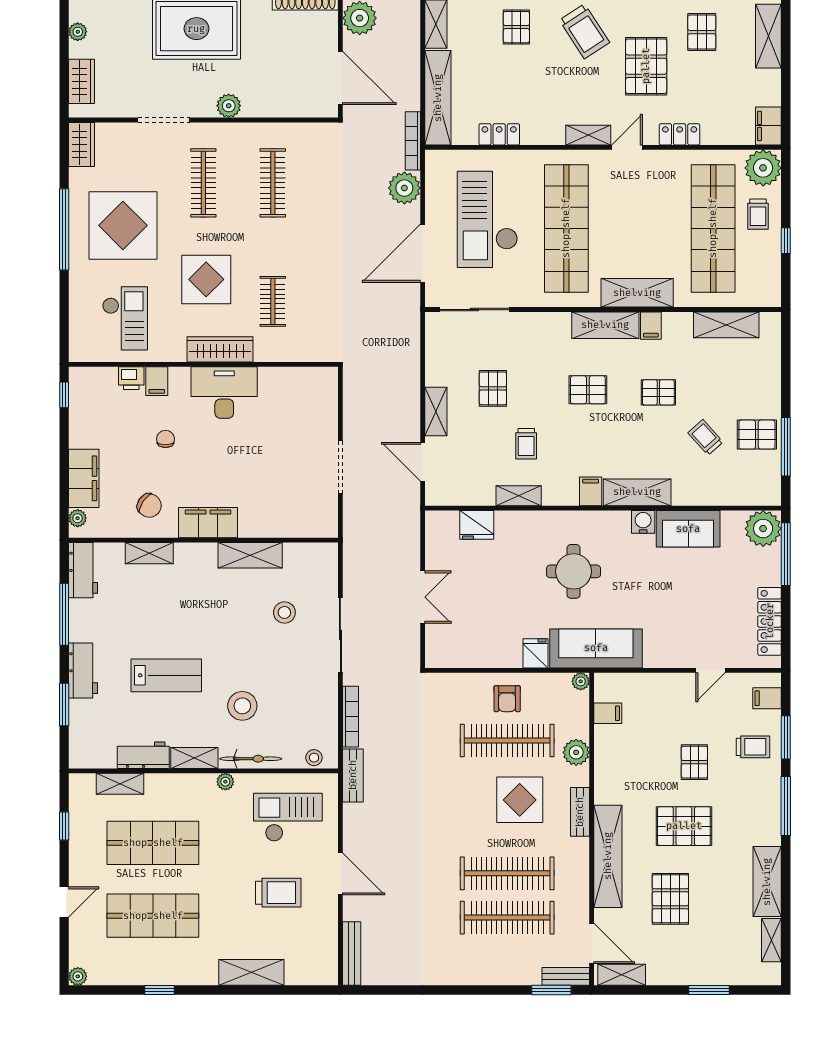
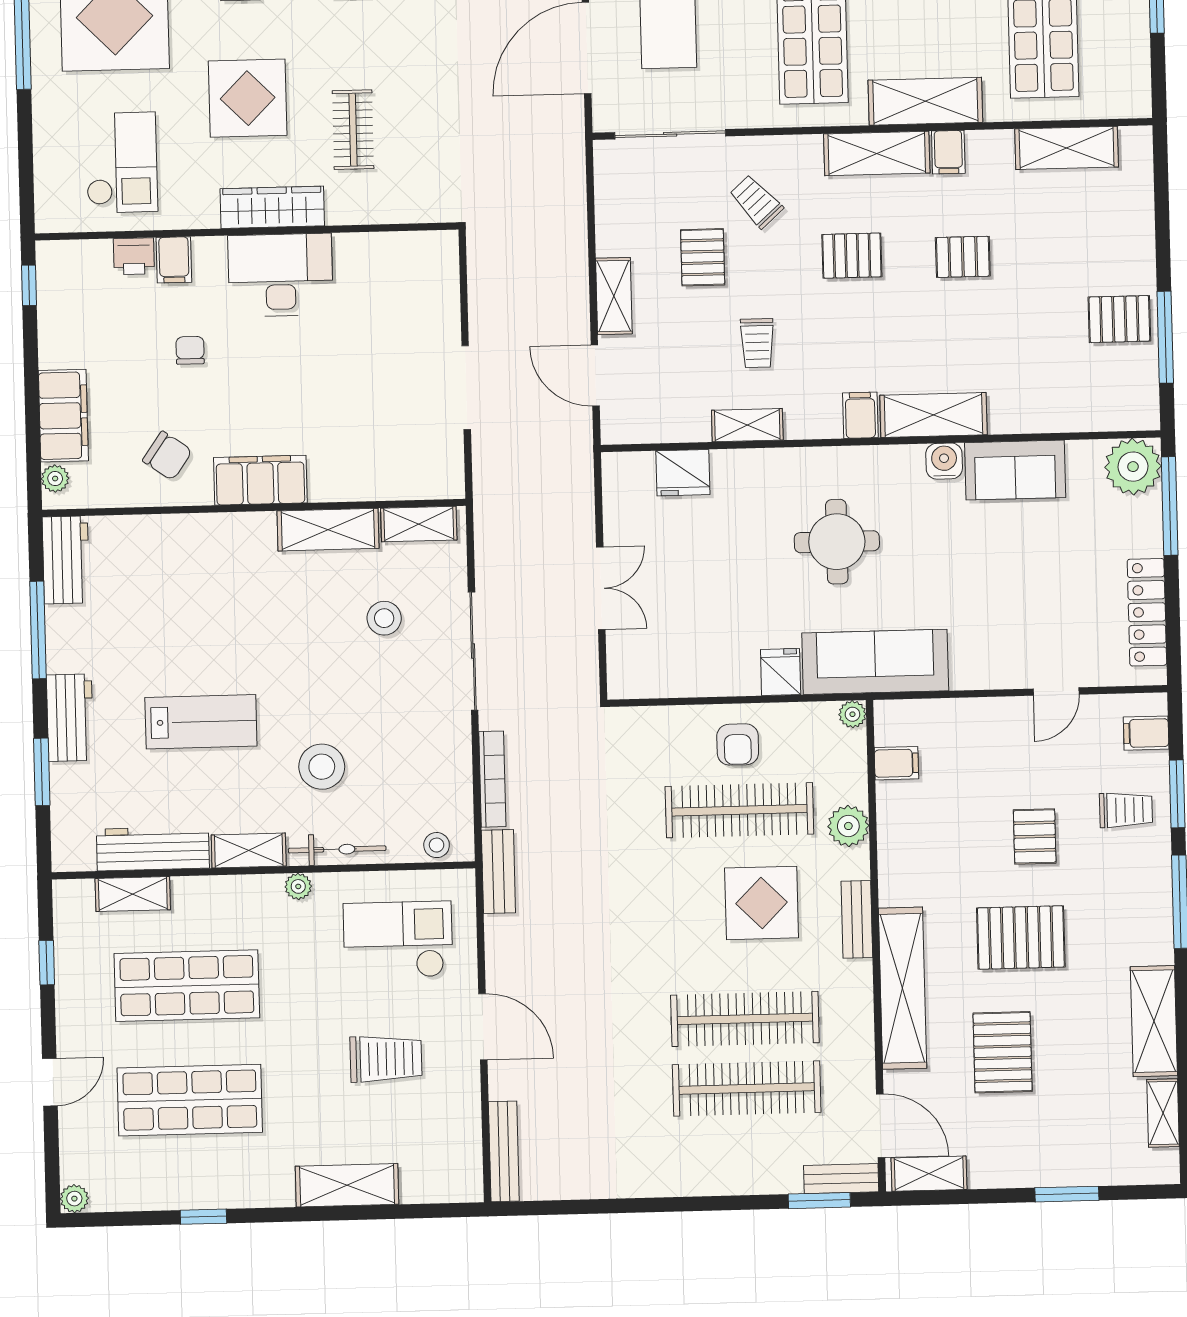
trolley: (705, 437) -> (756, 201), moved
shelving: (149, 553) -> (419, 524), moved
workbench: (143, 755) -> (153, 849), width x1.38

